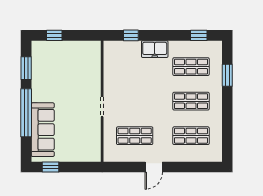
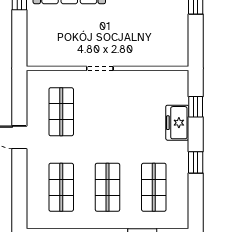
window: (199, 35) -> (196, 162), moved
freezer: (155, 49) -> (177, 123), moved

